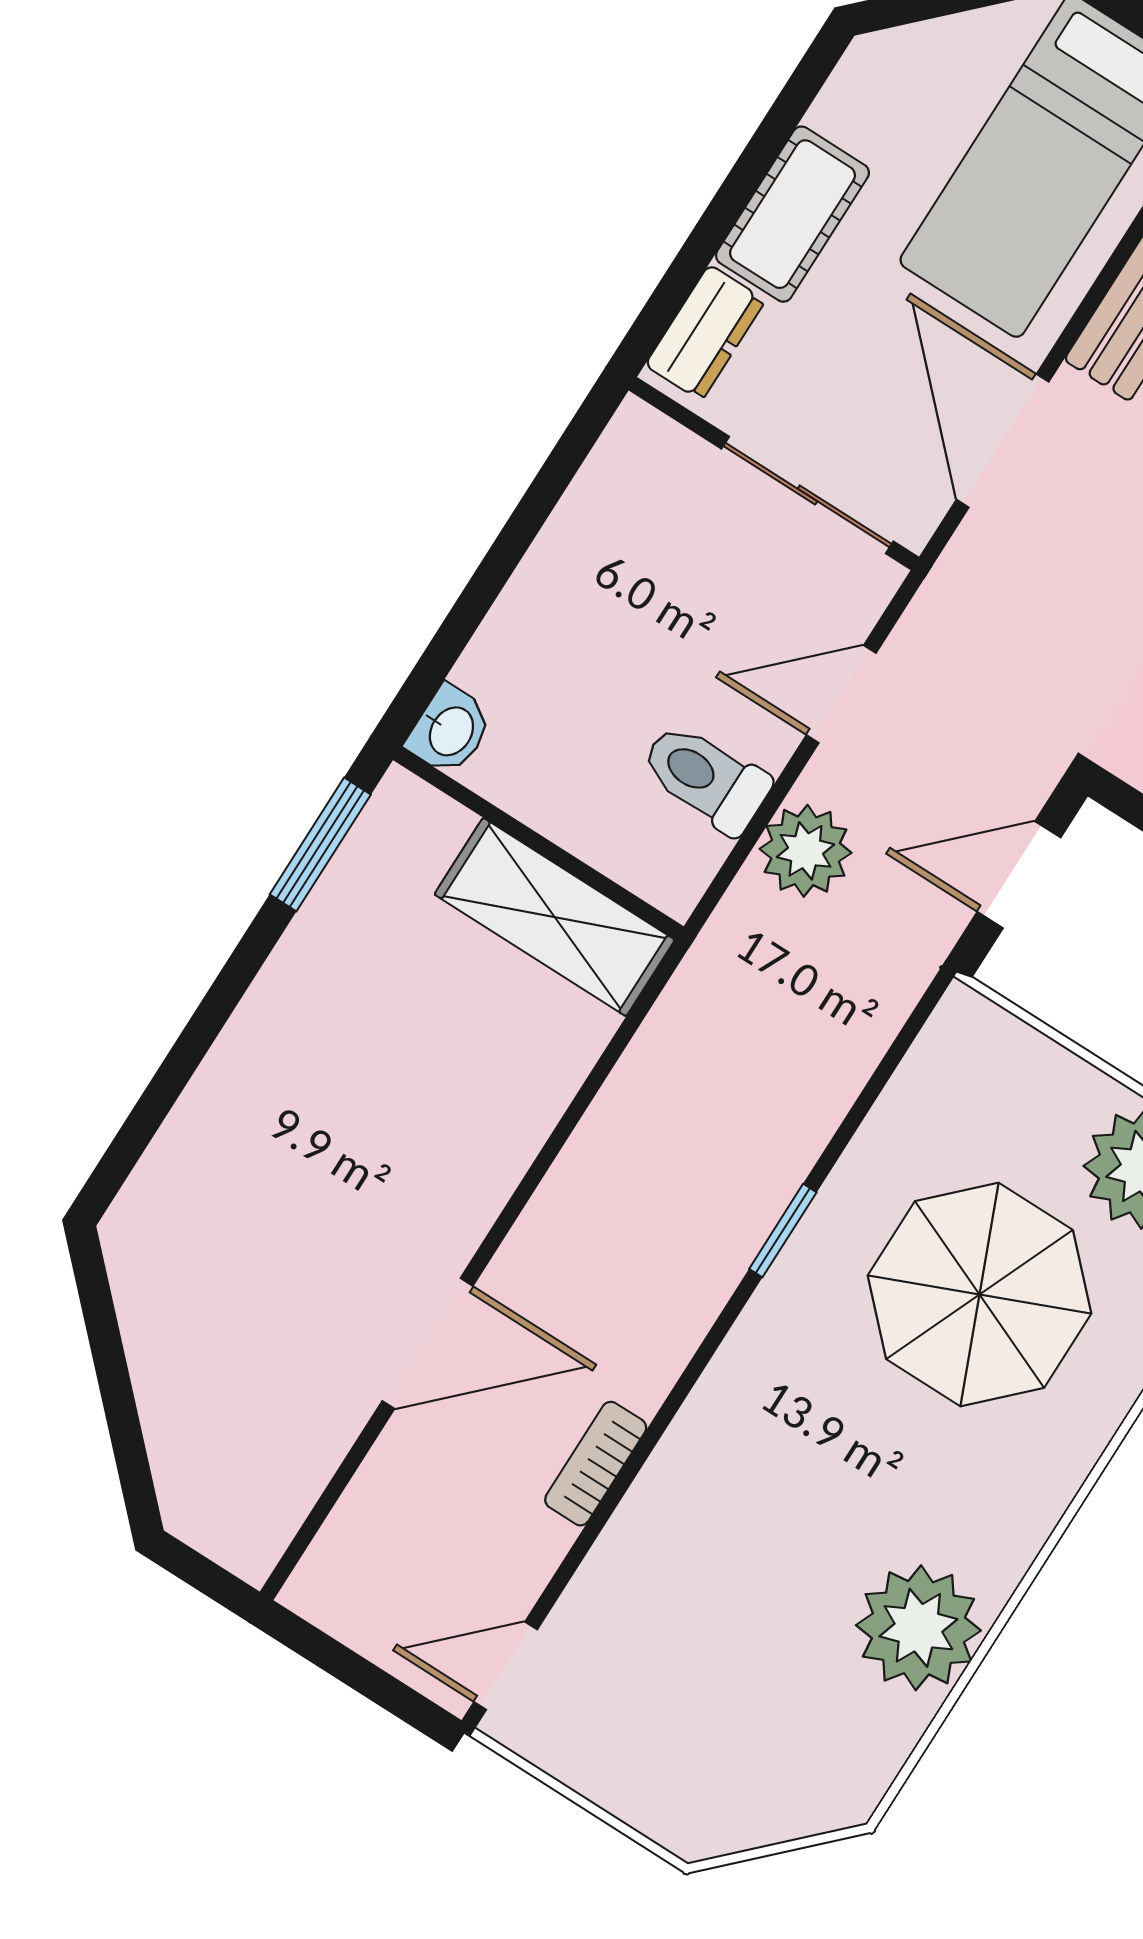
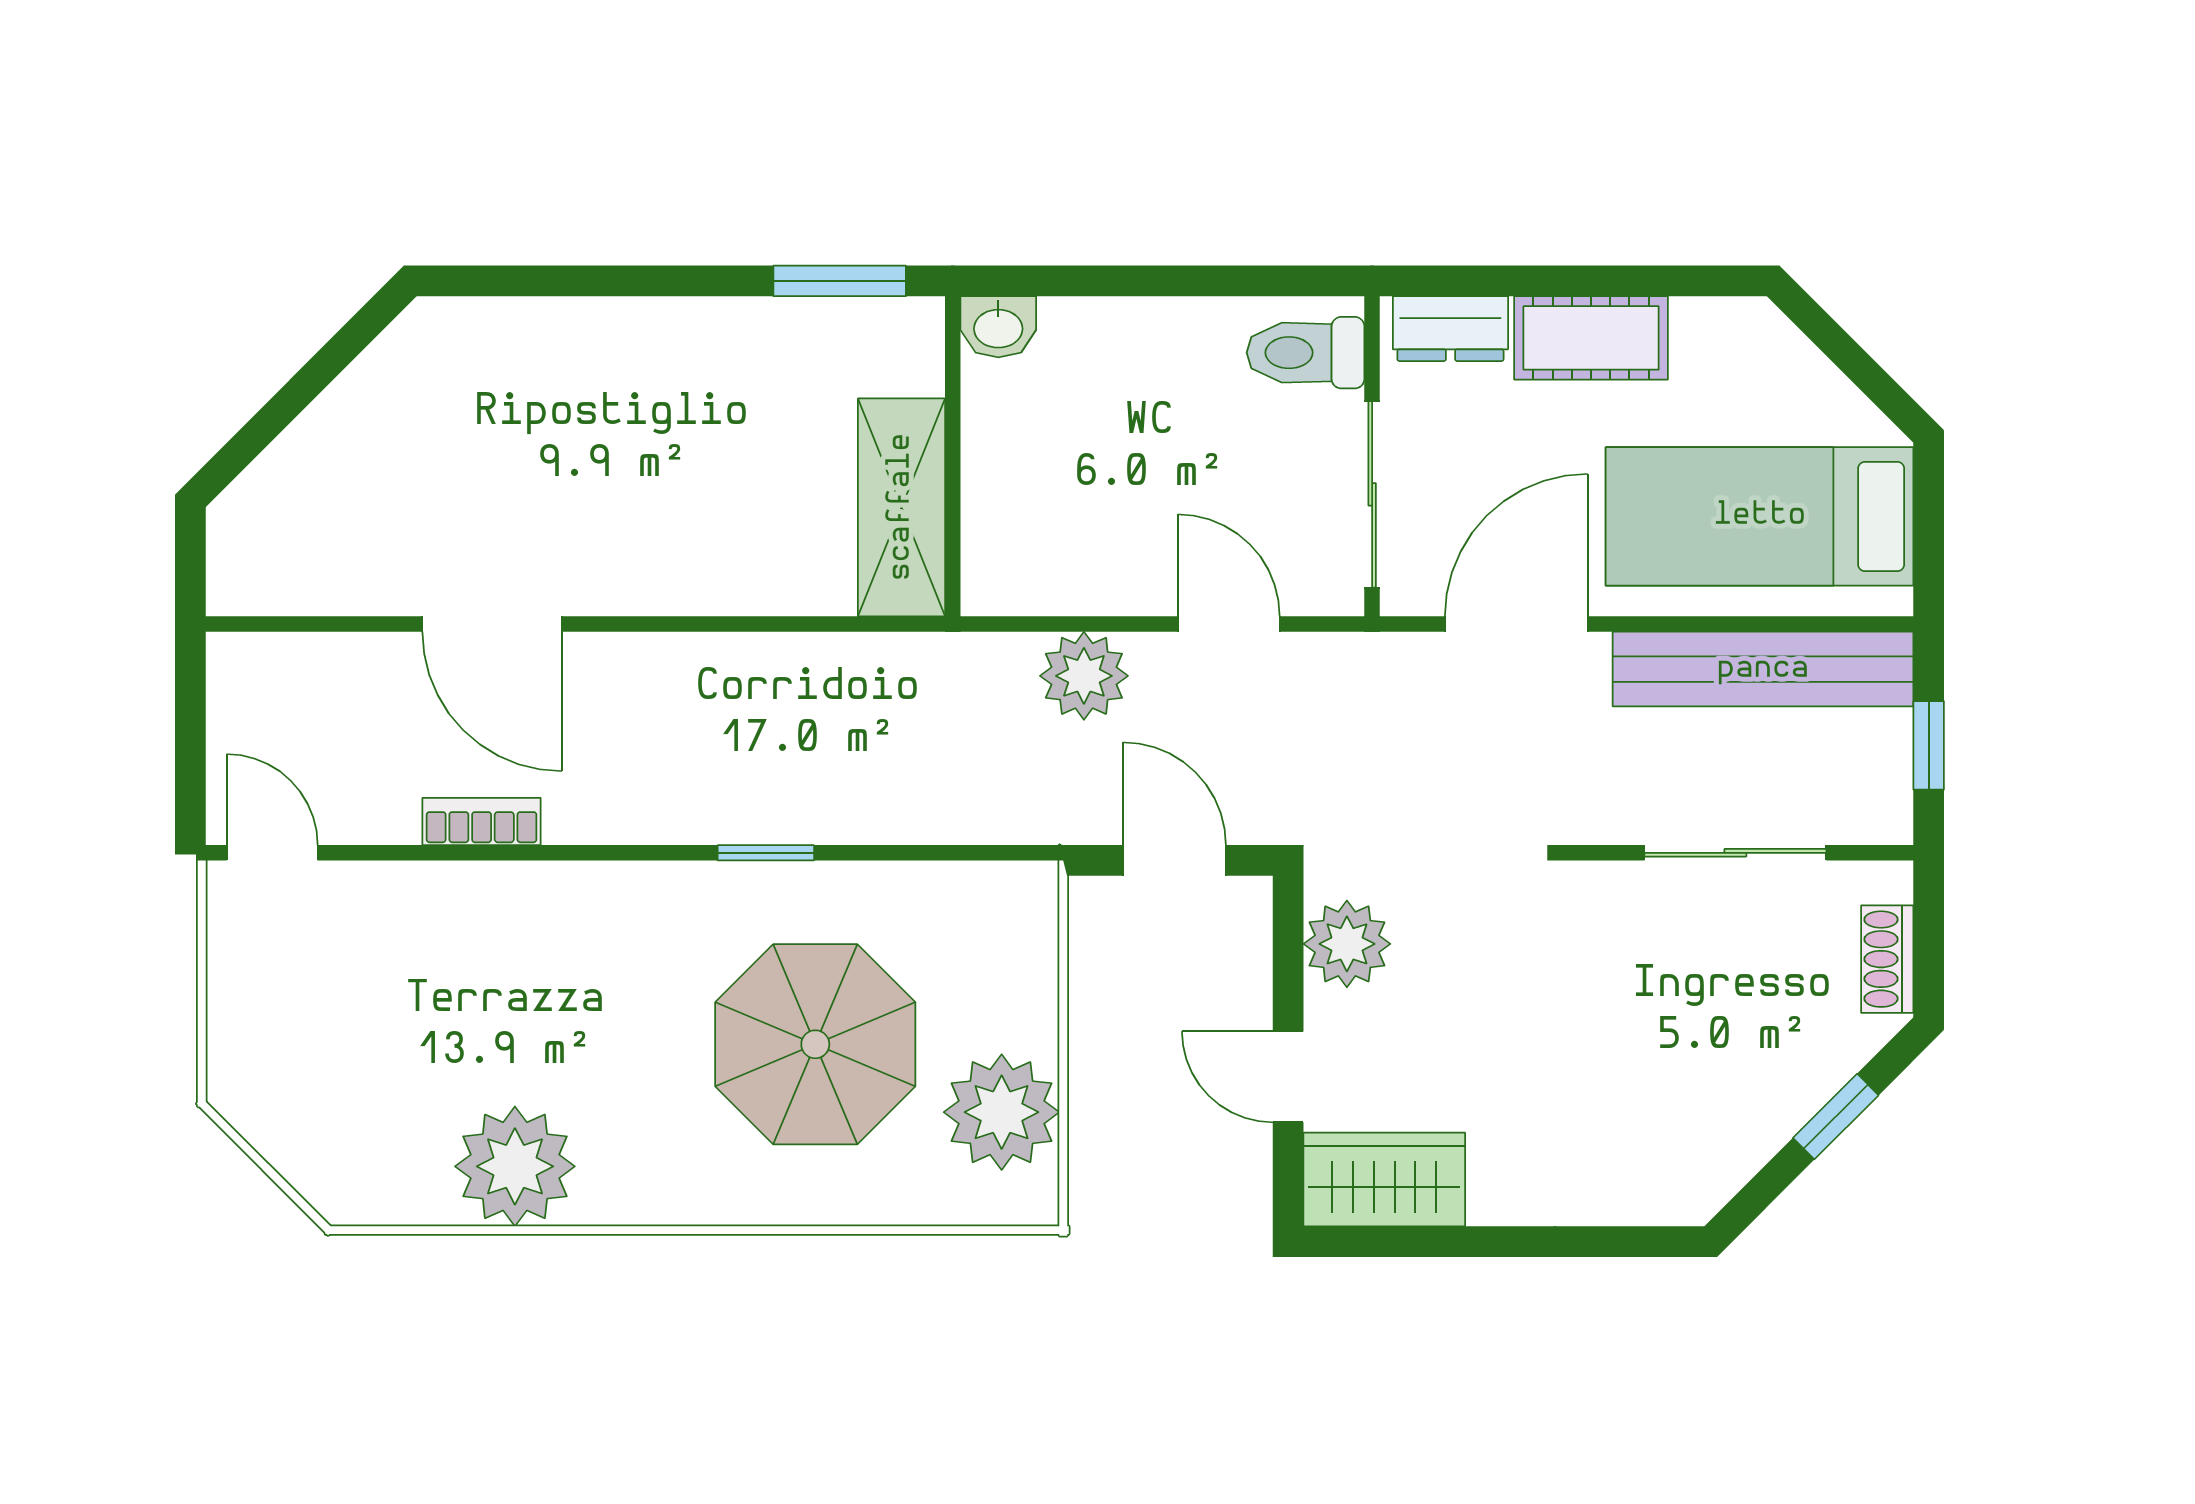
toilet: (705, 778) -> (1306, 353), moved, turned -90

